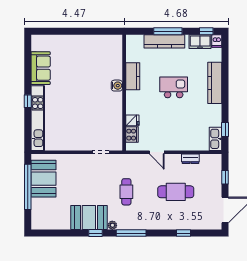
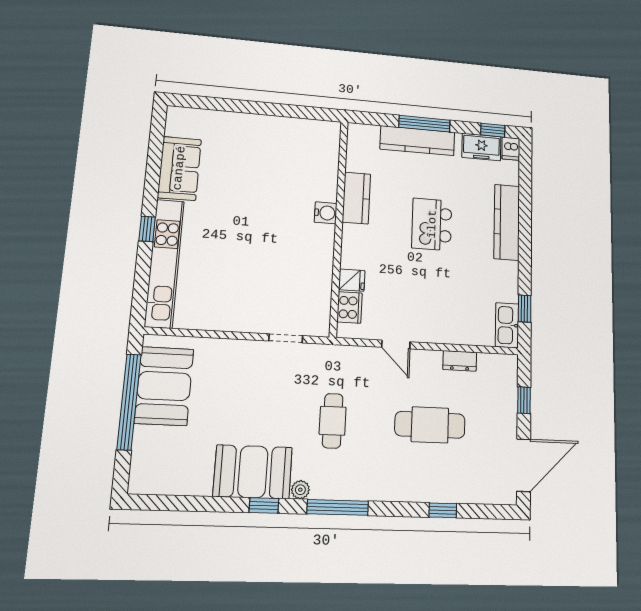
kitchen island: (174, 87) -> (432, 224), turned -90

